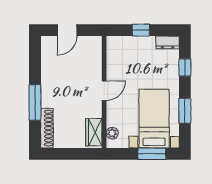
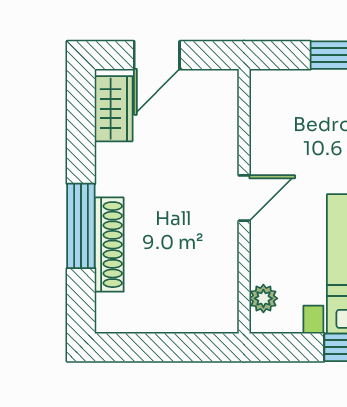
shoe rack: (47, 128) -> (109, 245), moved
wardrobe: (94, 132) -> (114, 109), moved, turned 180

